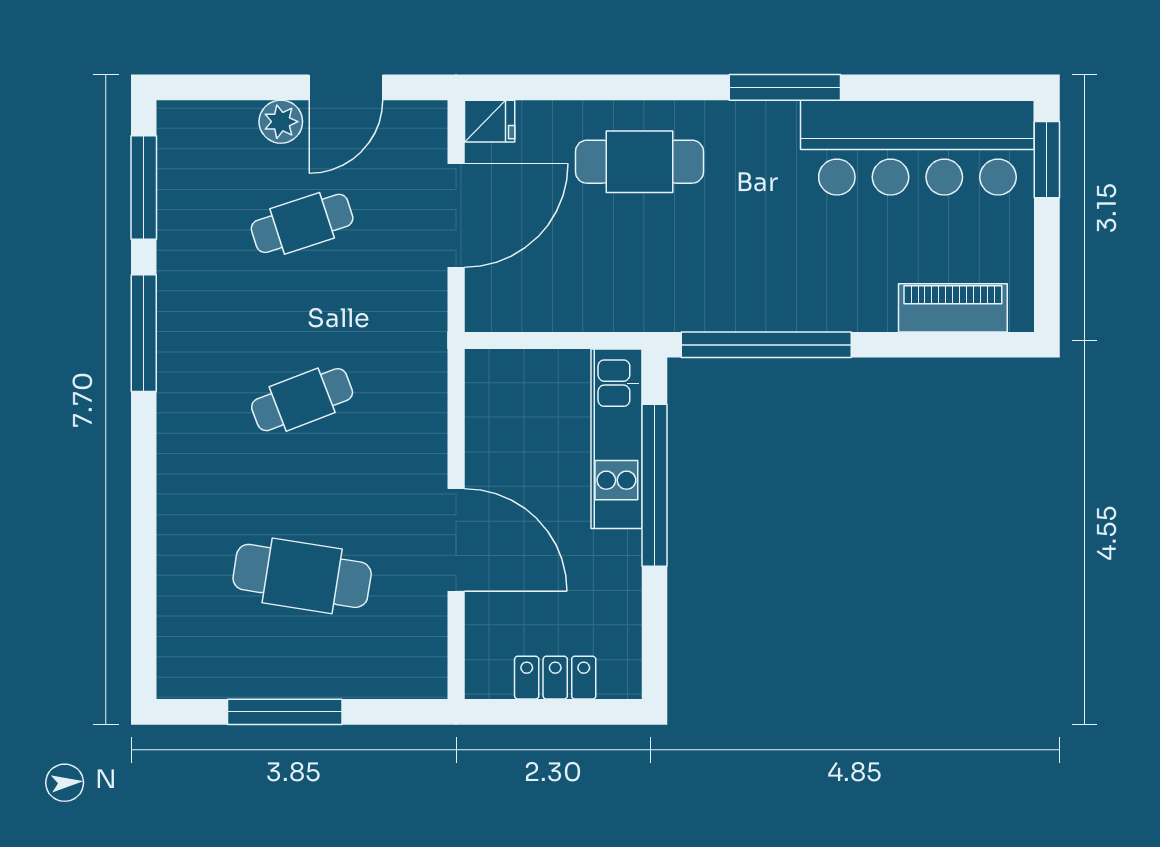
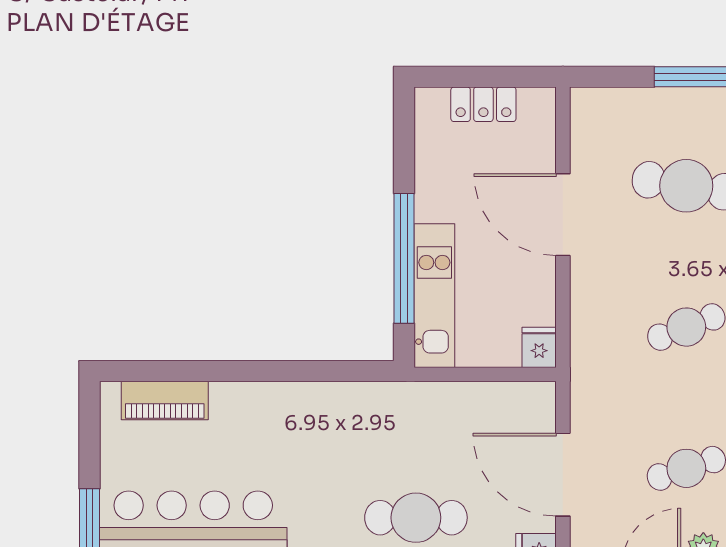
door: (456, 215) -> (563, 475), hinge flipped
window: (766, 345) -> (314, 371), removed
fridge: (486, 374) -> (539, 347), added

